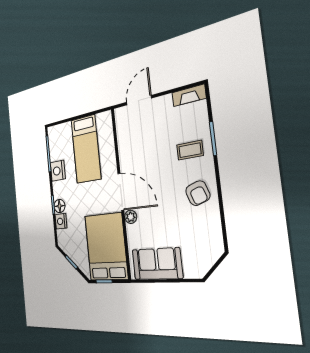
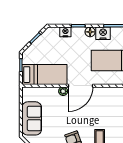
floor lamp: (59, 206) -> (90, 32), moved
bed: (106, 247) -> (44, 75), width x0.67
sofa: (157, 264) -> (32, 118), moved

